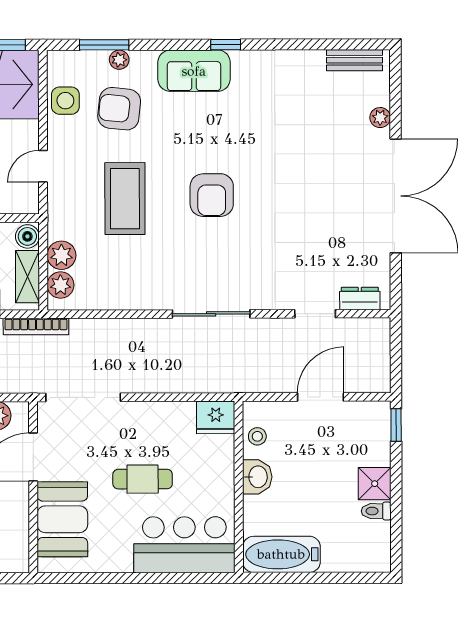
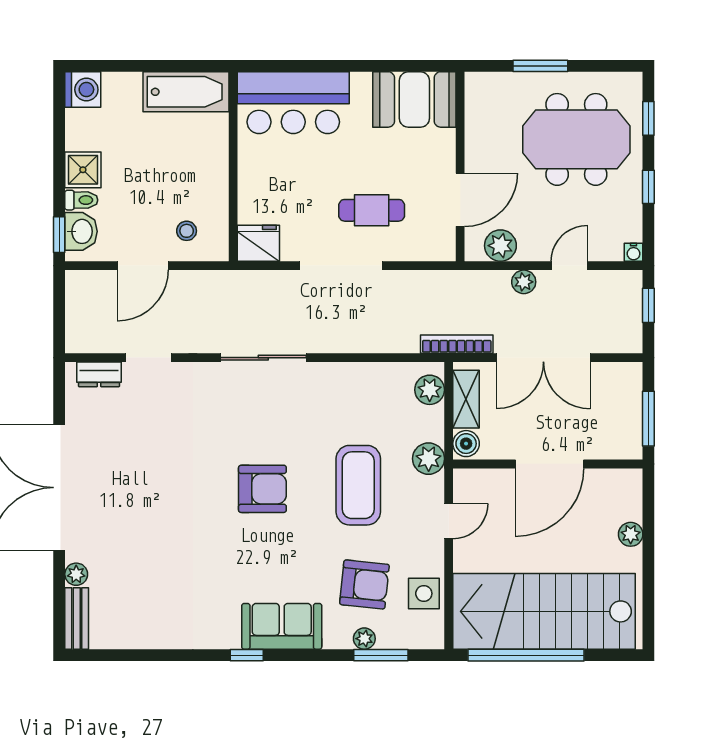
bench: (355, 60) -> (77, 619), moved, turned 90
armchair: (212, 195) -> (262, 489), turned 90
plant: (61, 255) -> (429, 459), moved
doorway: (83, 397) -> (341, 266), moved
stool: (257, 436) -> (187, 231), moved
washbasin: (257, 477) -> (81, 231), moved, turned 180
cafe table: (143, 479) -> (372, 210), moved
toilet: (376, 511) -> (81, 200), moved
booth: (62, 519) -> (414, 99), moved, turned 90
washing machine: (375, 556) -> (83, 90), added

